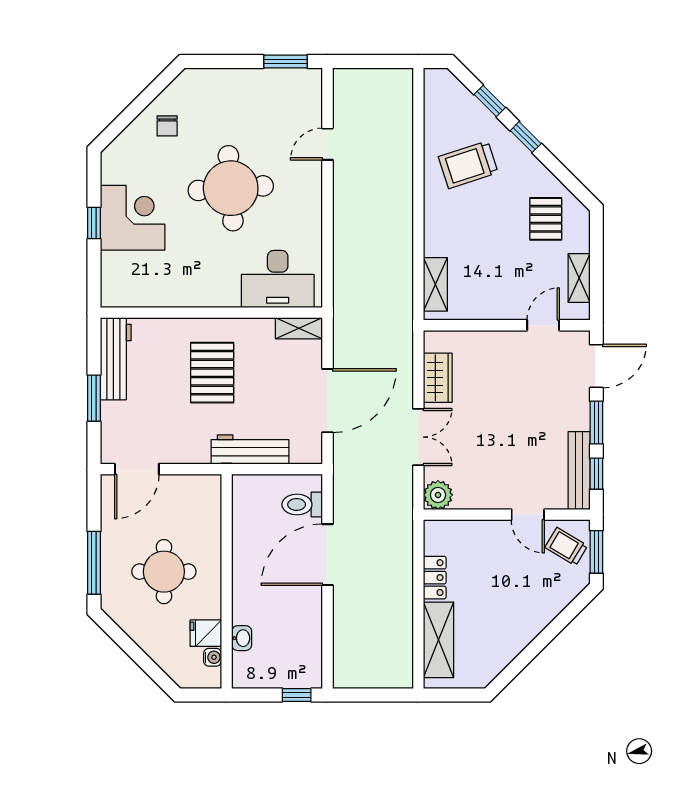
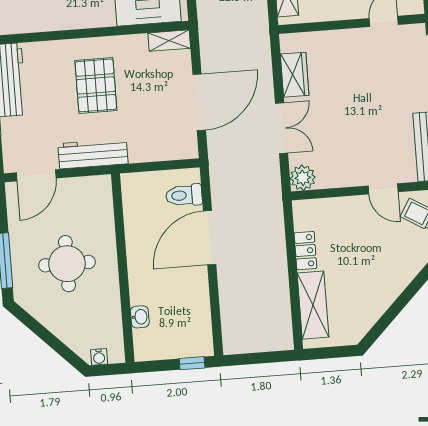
workbench: (250, 450) -> (93, 154), moved
fridge: (206, 633) -> (108, 315), removed
water cooler: (213, 657) -> (99, 357), moved, turned 90

